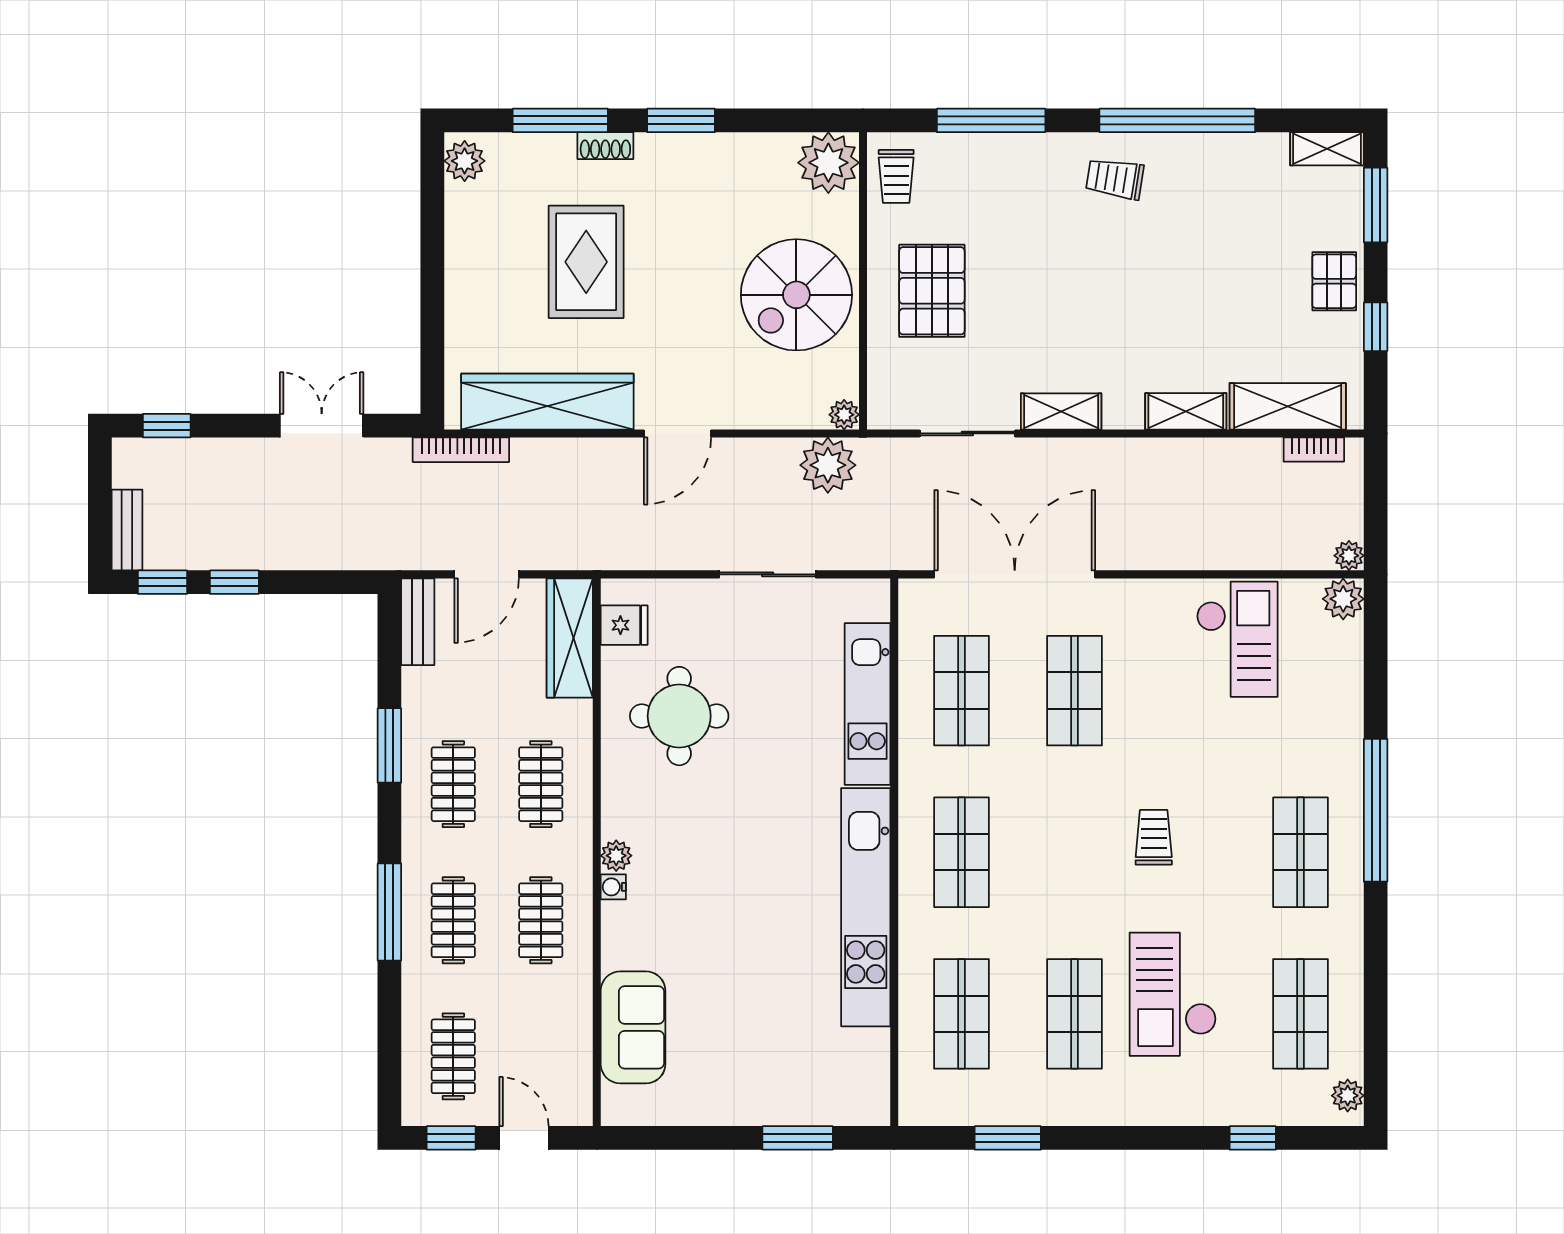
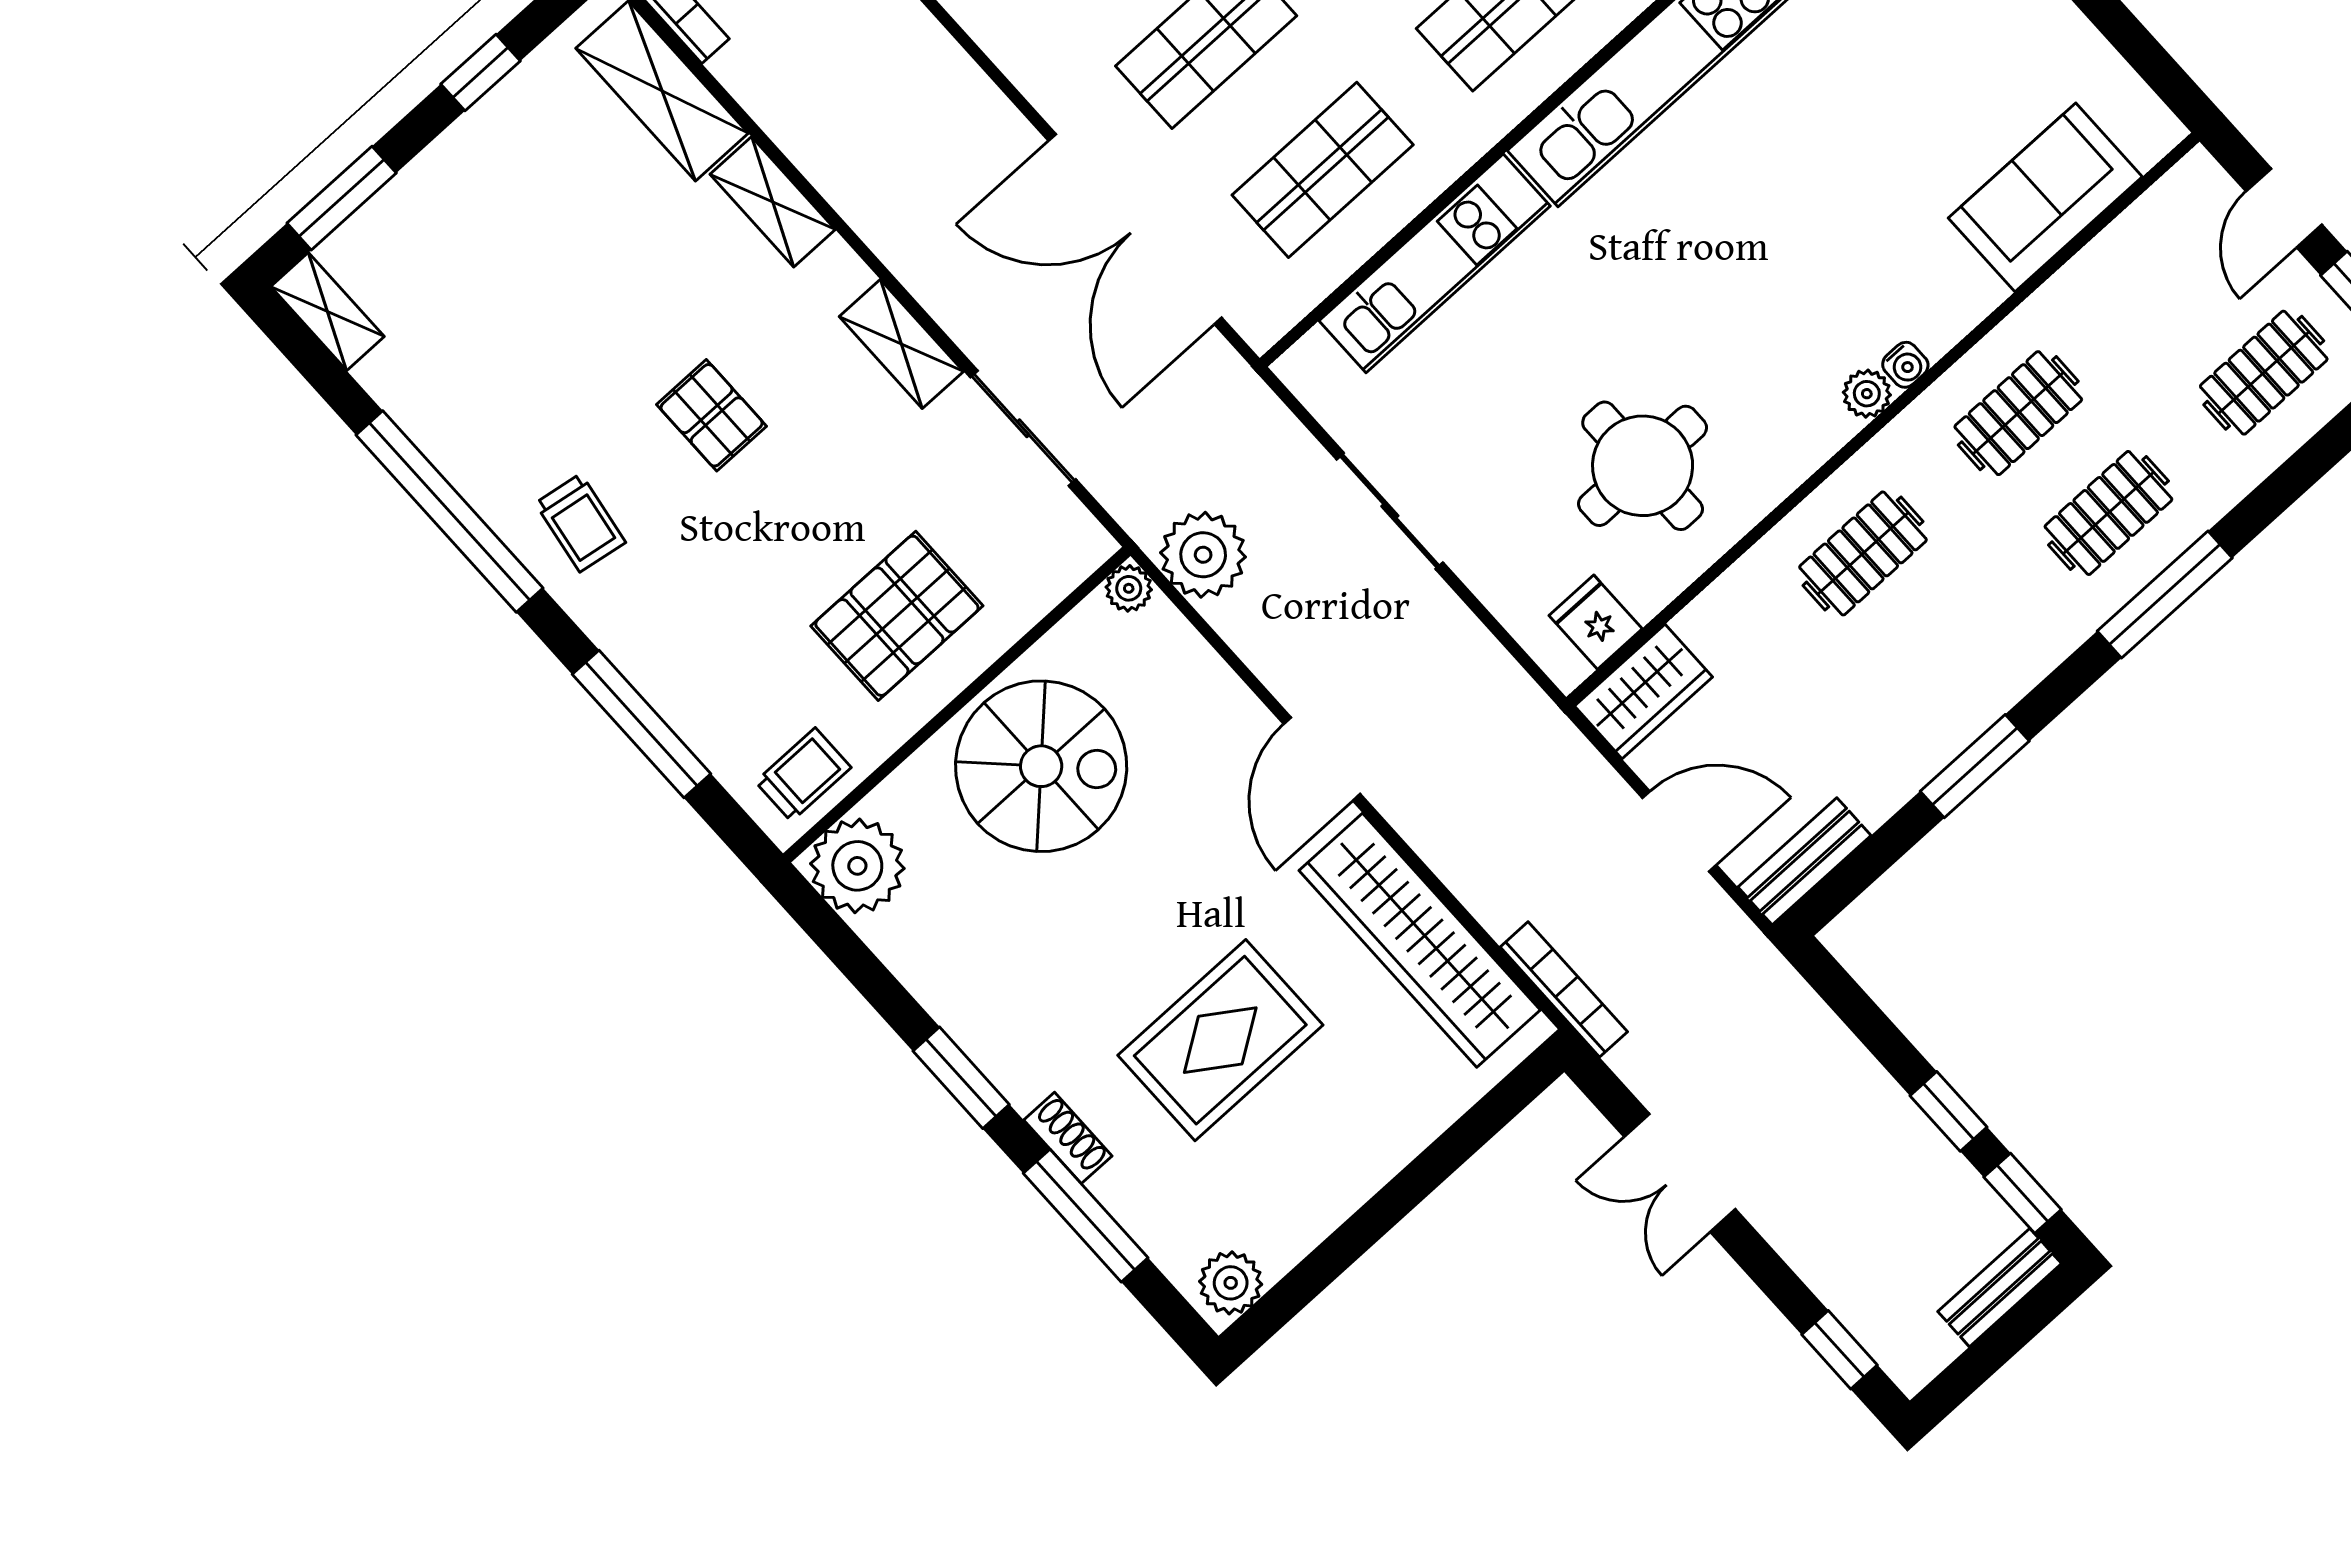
pallet: (1334, 281) -> (712, 415), moved, turned 90
door: (678, 433) -> (1322, 759), swing flipped
wardrobe: (570, 638) -> (1644, 692), width x0.67
clothes rail: (453, 784) -> (1953, 653), removed

